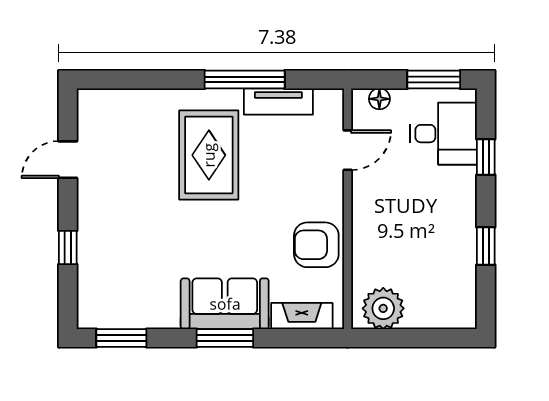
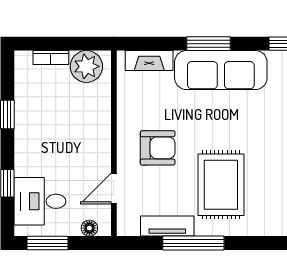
armchair: (316, 245) -> (158, 148), moved
sofa: (225, 304) -> (221, 70), width x1.36
bookcase: (429, 320) -> (51, 58), added

